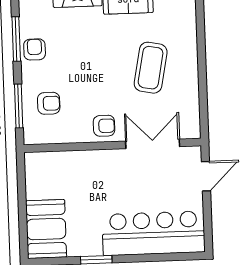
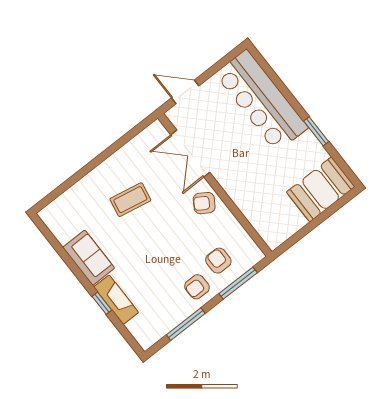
armchair: (35, 49) -> (197, 287), moved
coffee table: (151, 68) -> (130, 200), width x0.73, depth x0.76
armchair: (104, 126) -> (204, 203), turned -58

